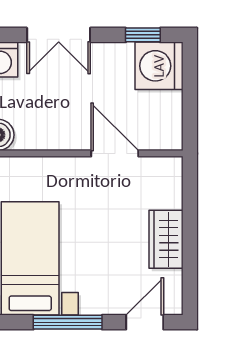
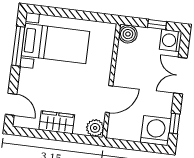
plant: (168, 172) -> (95, 128), added
window: (68, 322) -> (18, 46), moved

